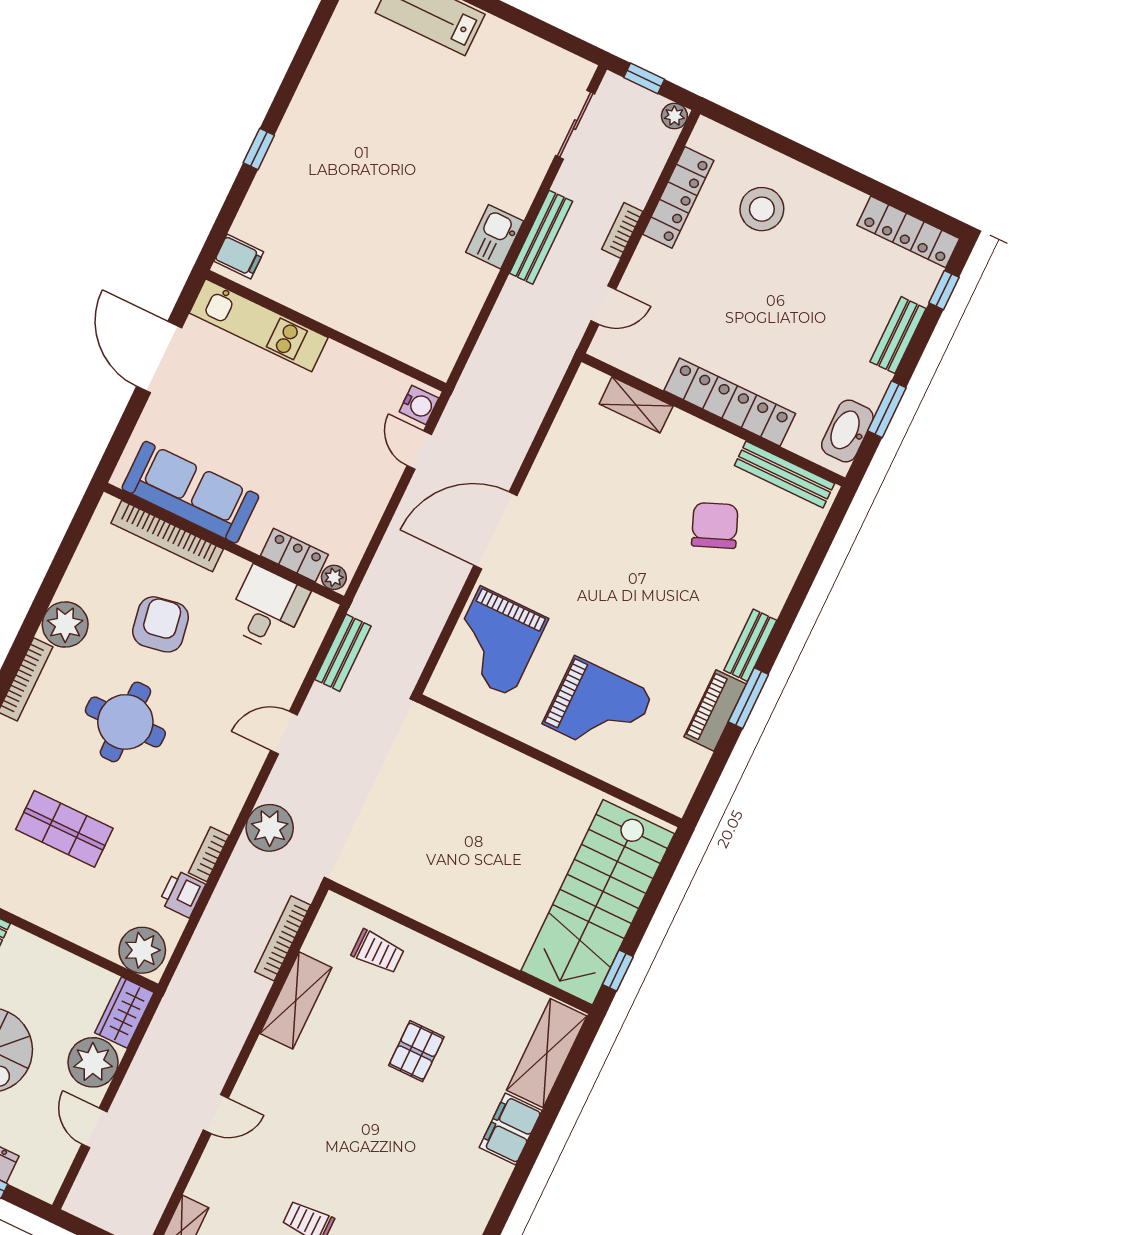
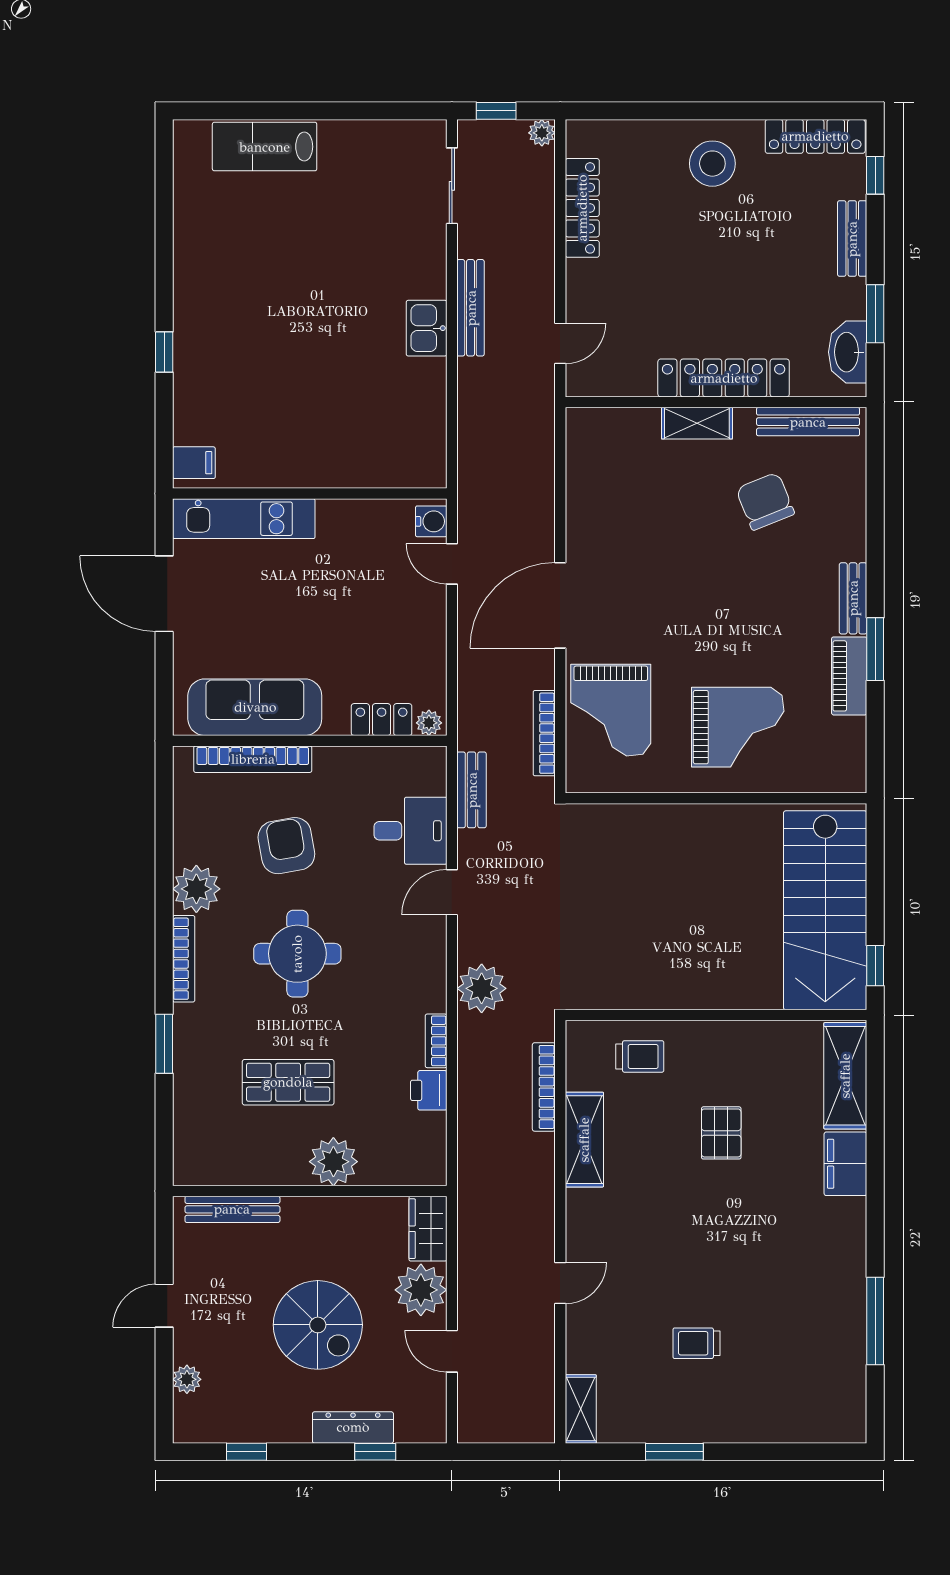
stool: (762, 209) -> (712, 164), moved
bookcase: (622, 230) -> (544, 733), moved, width x1.56
shelving: (636, 405) -> (697, 423), moved
desk: (267, 608) -> (410, 831), moved, turned 90
plant: (142, 950) -> (333, 1162), moved

